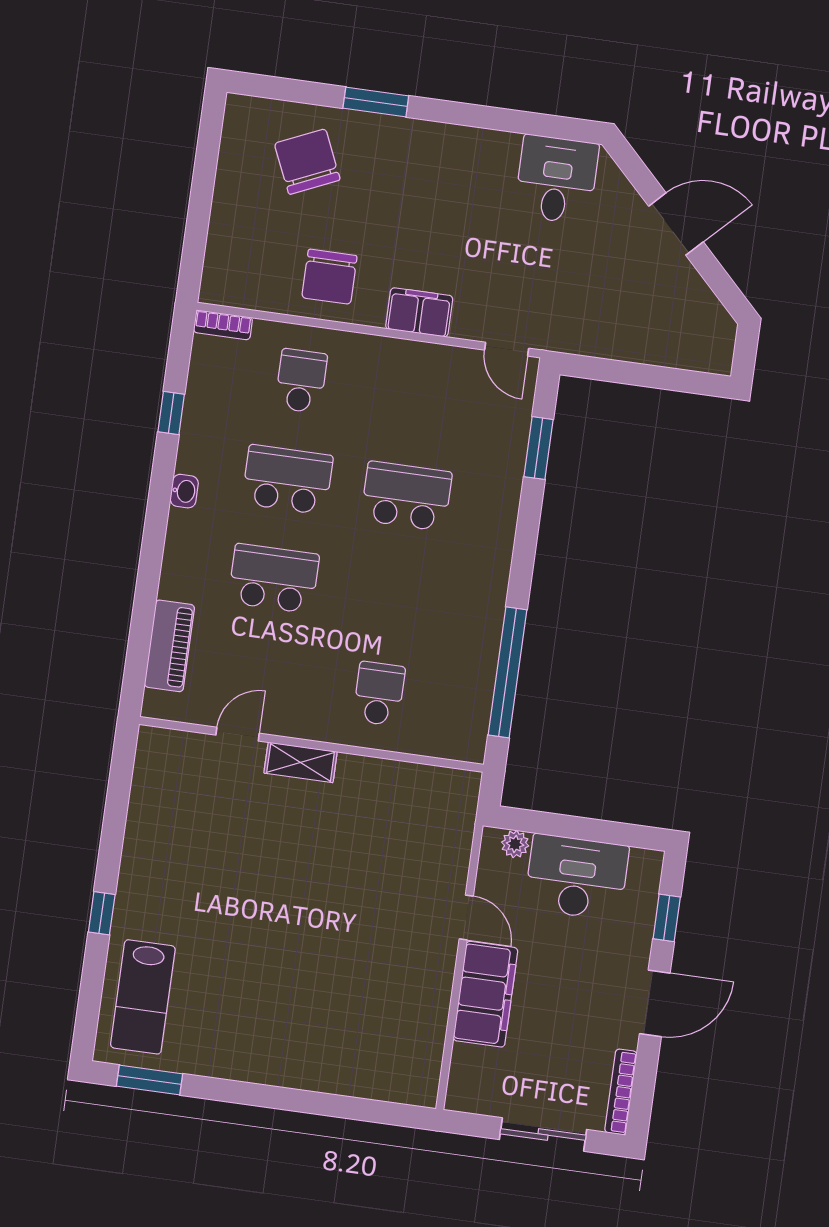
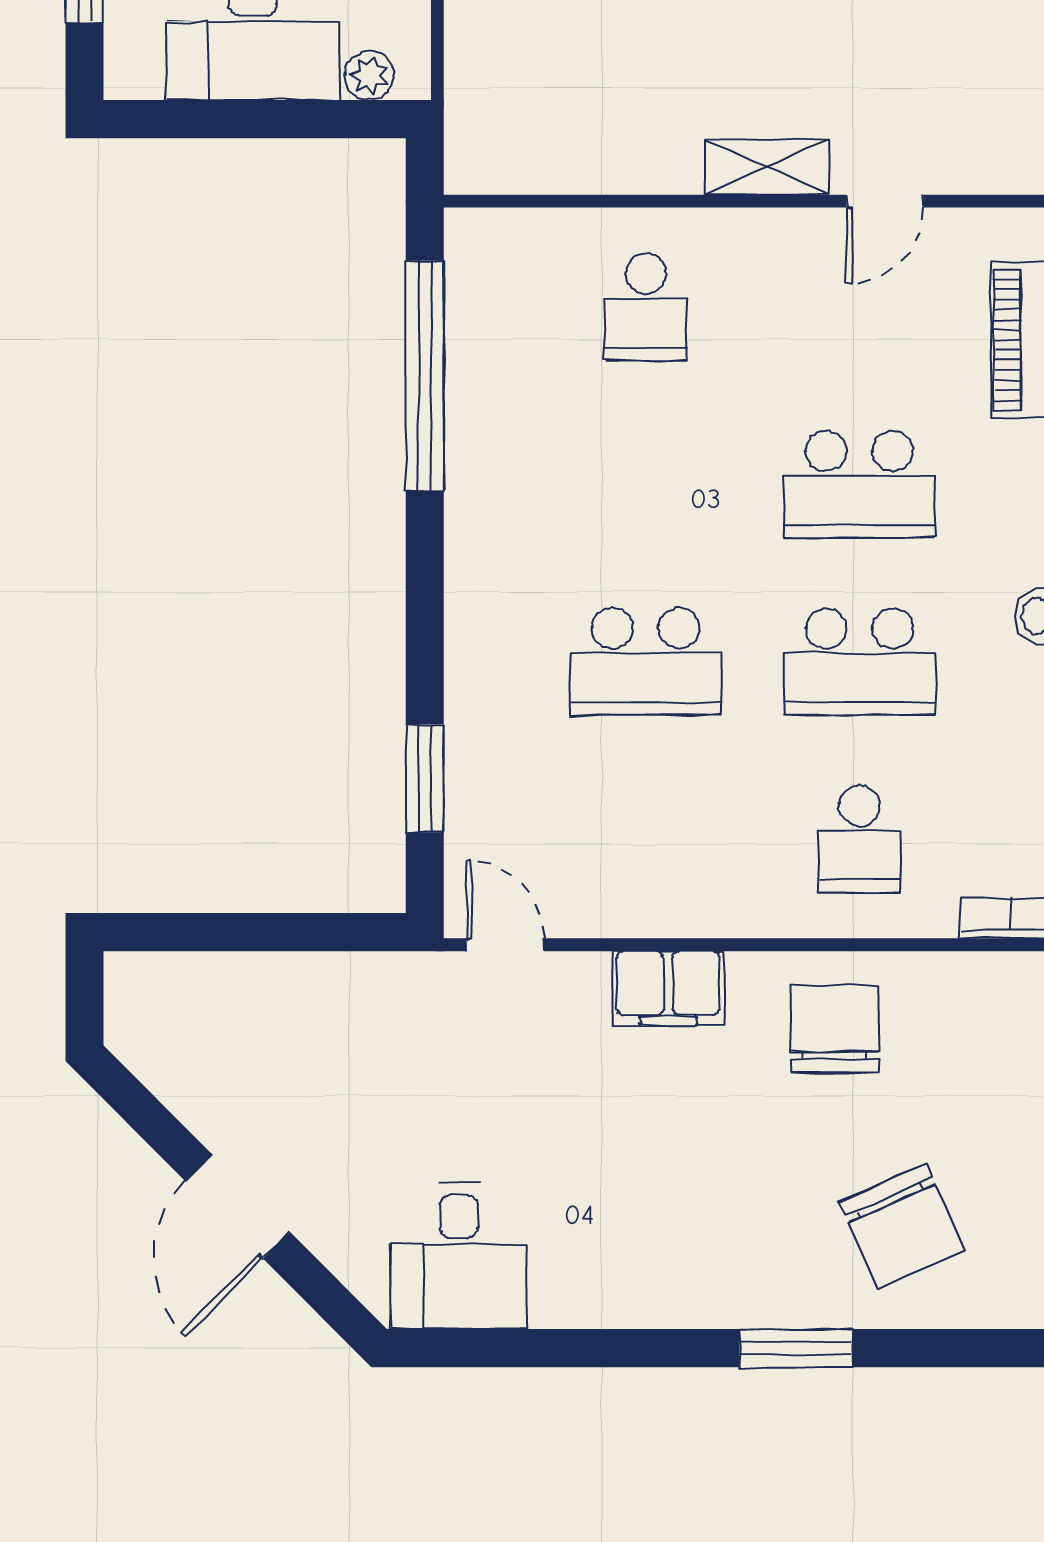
door: (676, 224) -> (238, 1206), hinge flipped

